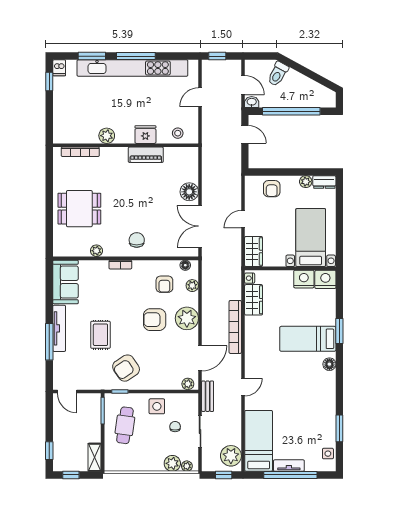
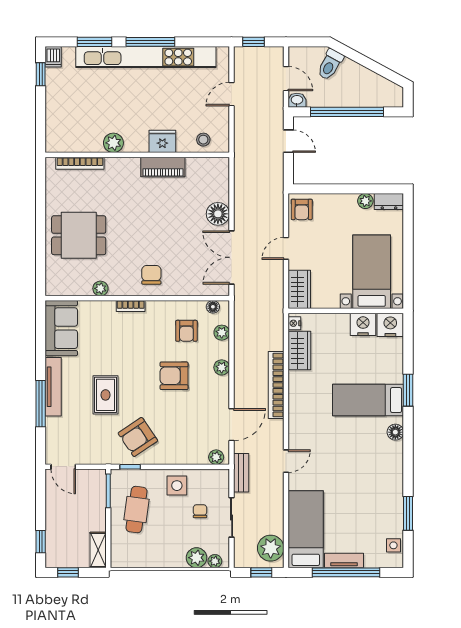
armchair: (272, 189) -> (302, 209), moved
plant: (187, 318) -> (222, 367), width x0.53, depth x0.53

